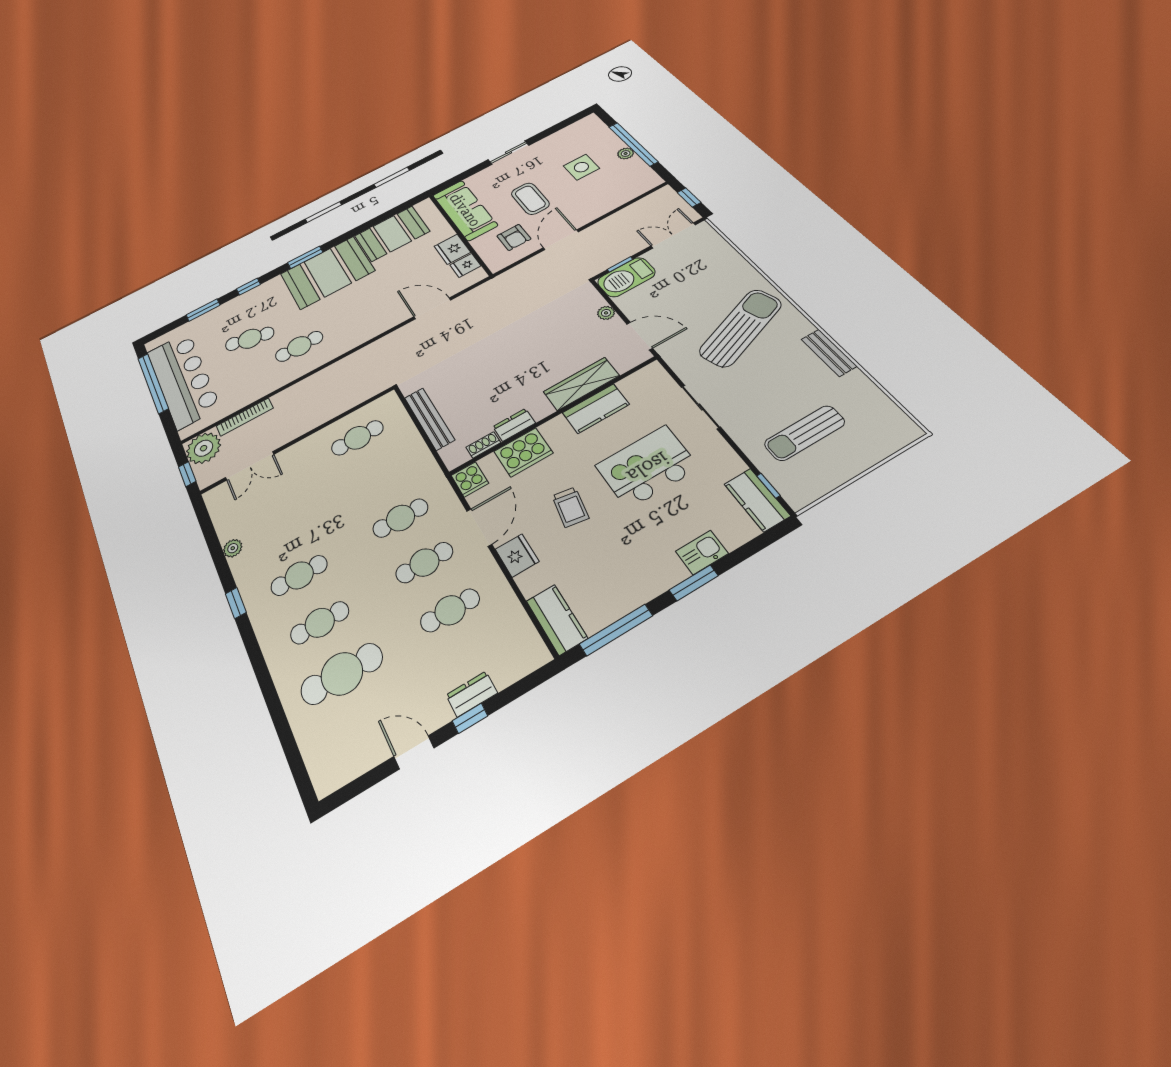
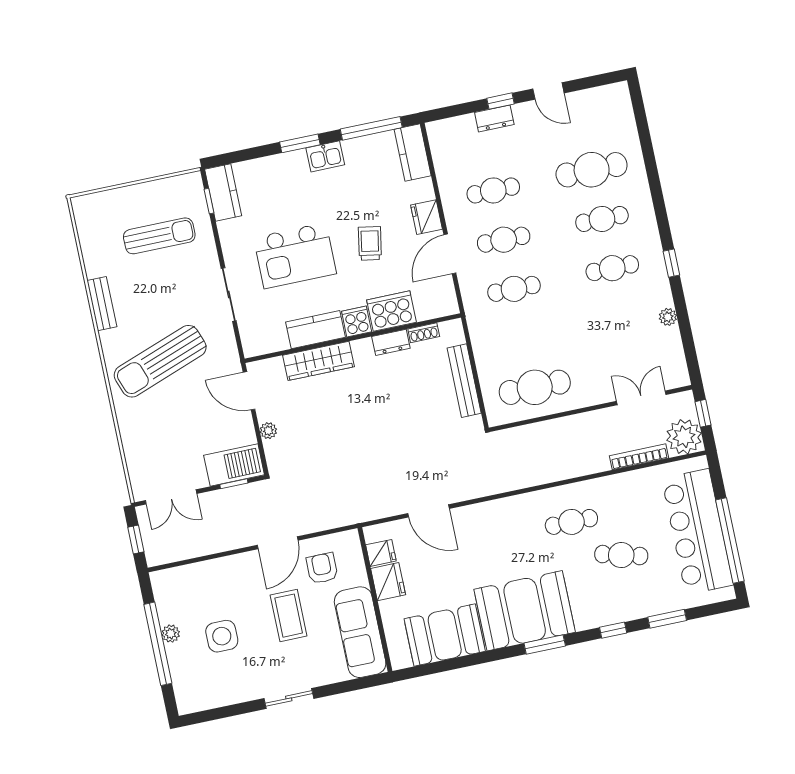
cafe table: (357, 438) -> (535, 387), width x1.37, depth x1.35
cooker: (470, 479) -> (357, 321), moved
kitchen sink: (702, 552) -> (325, 156), moved

